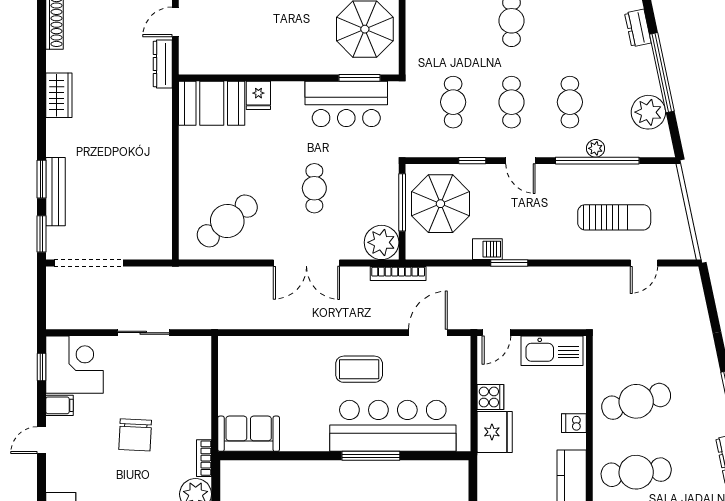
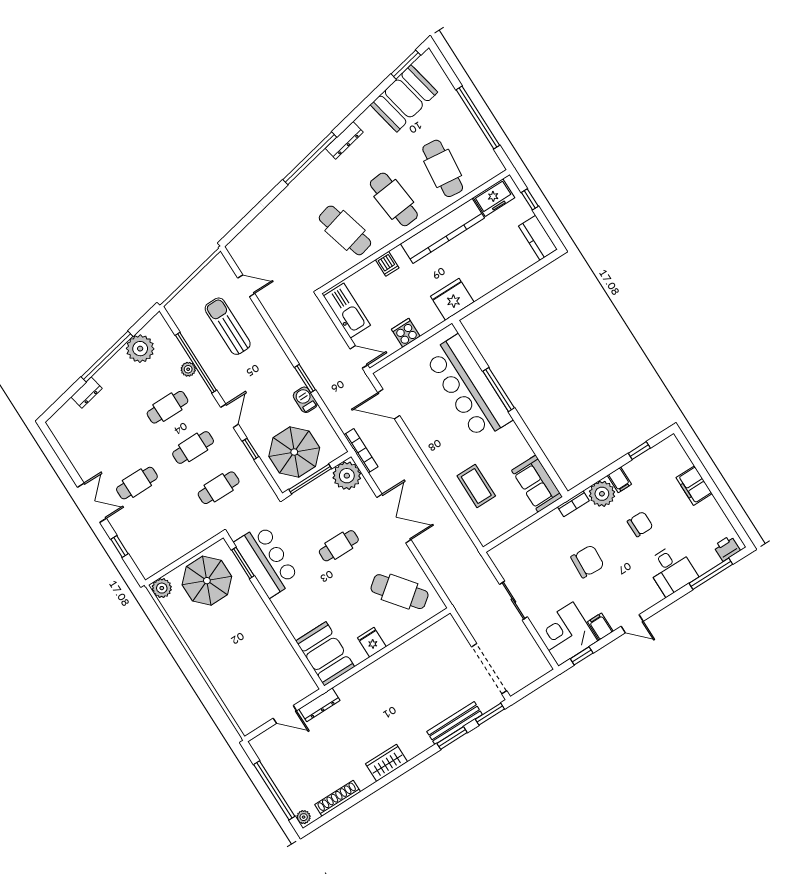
fridge: (258, 95) -> (372, 642), moved, turned -90
coffee table: (359, 369) -> (476, 486), moved
fridge: (495, 432) -> (452, 299), moved

